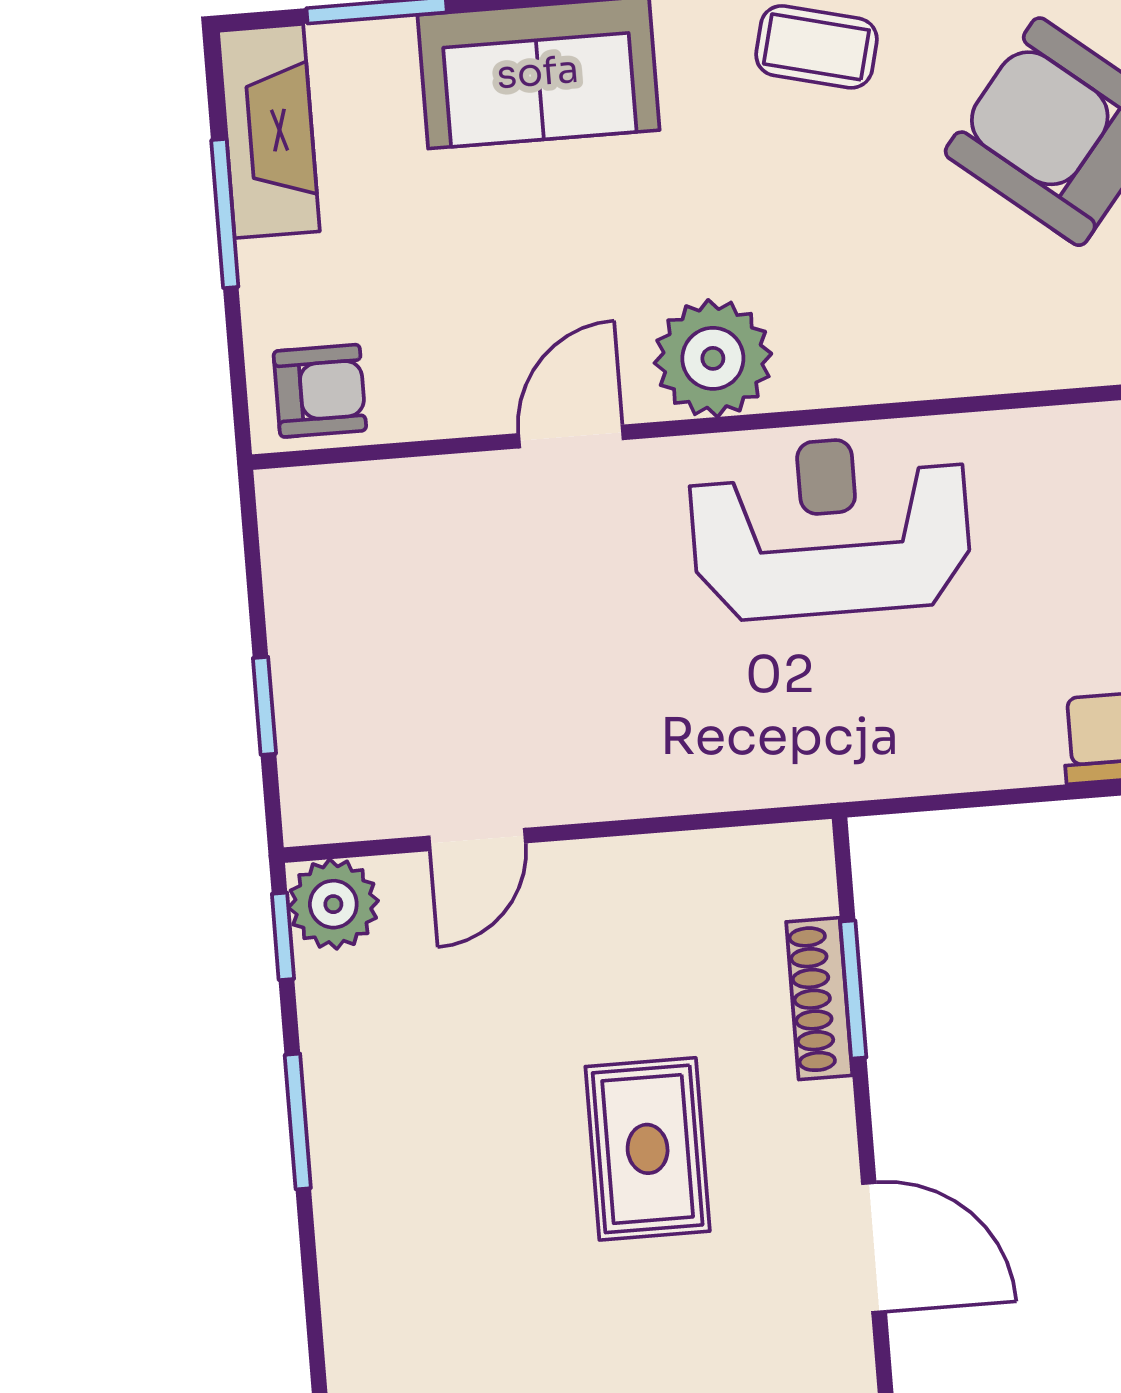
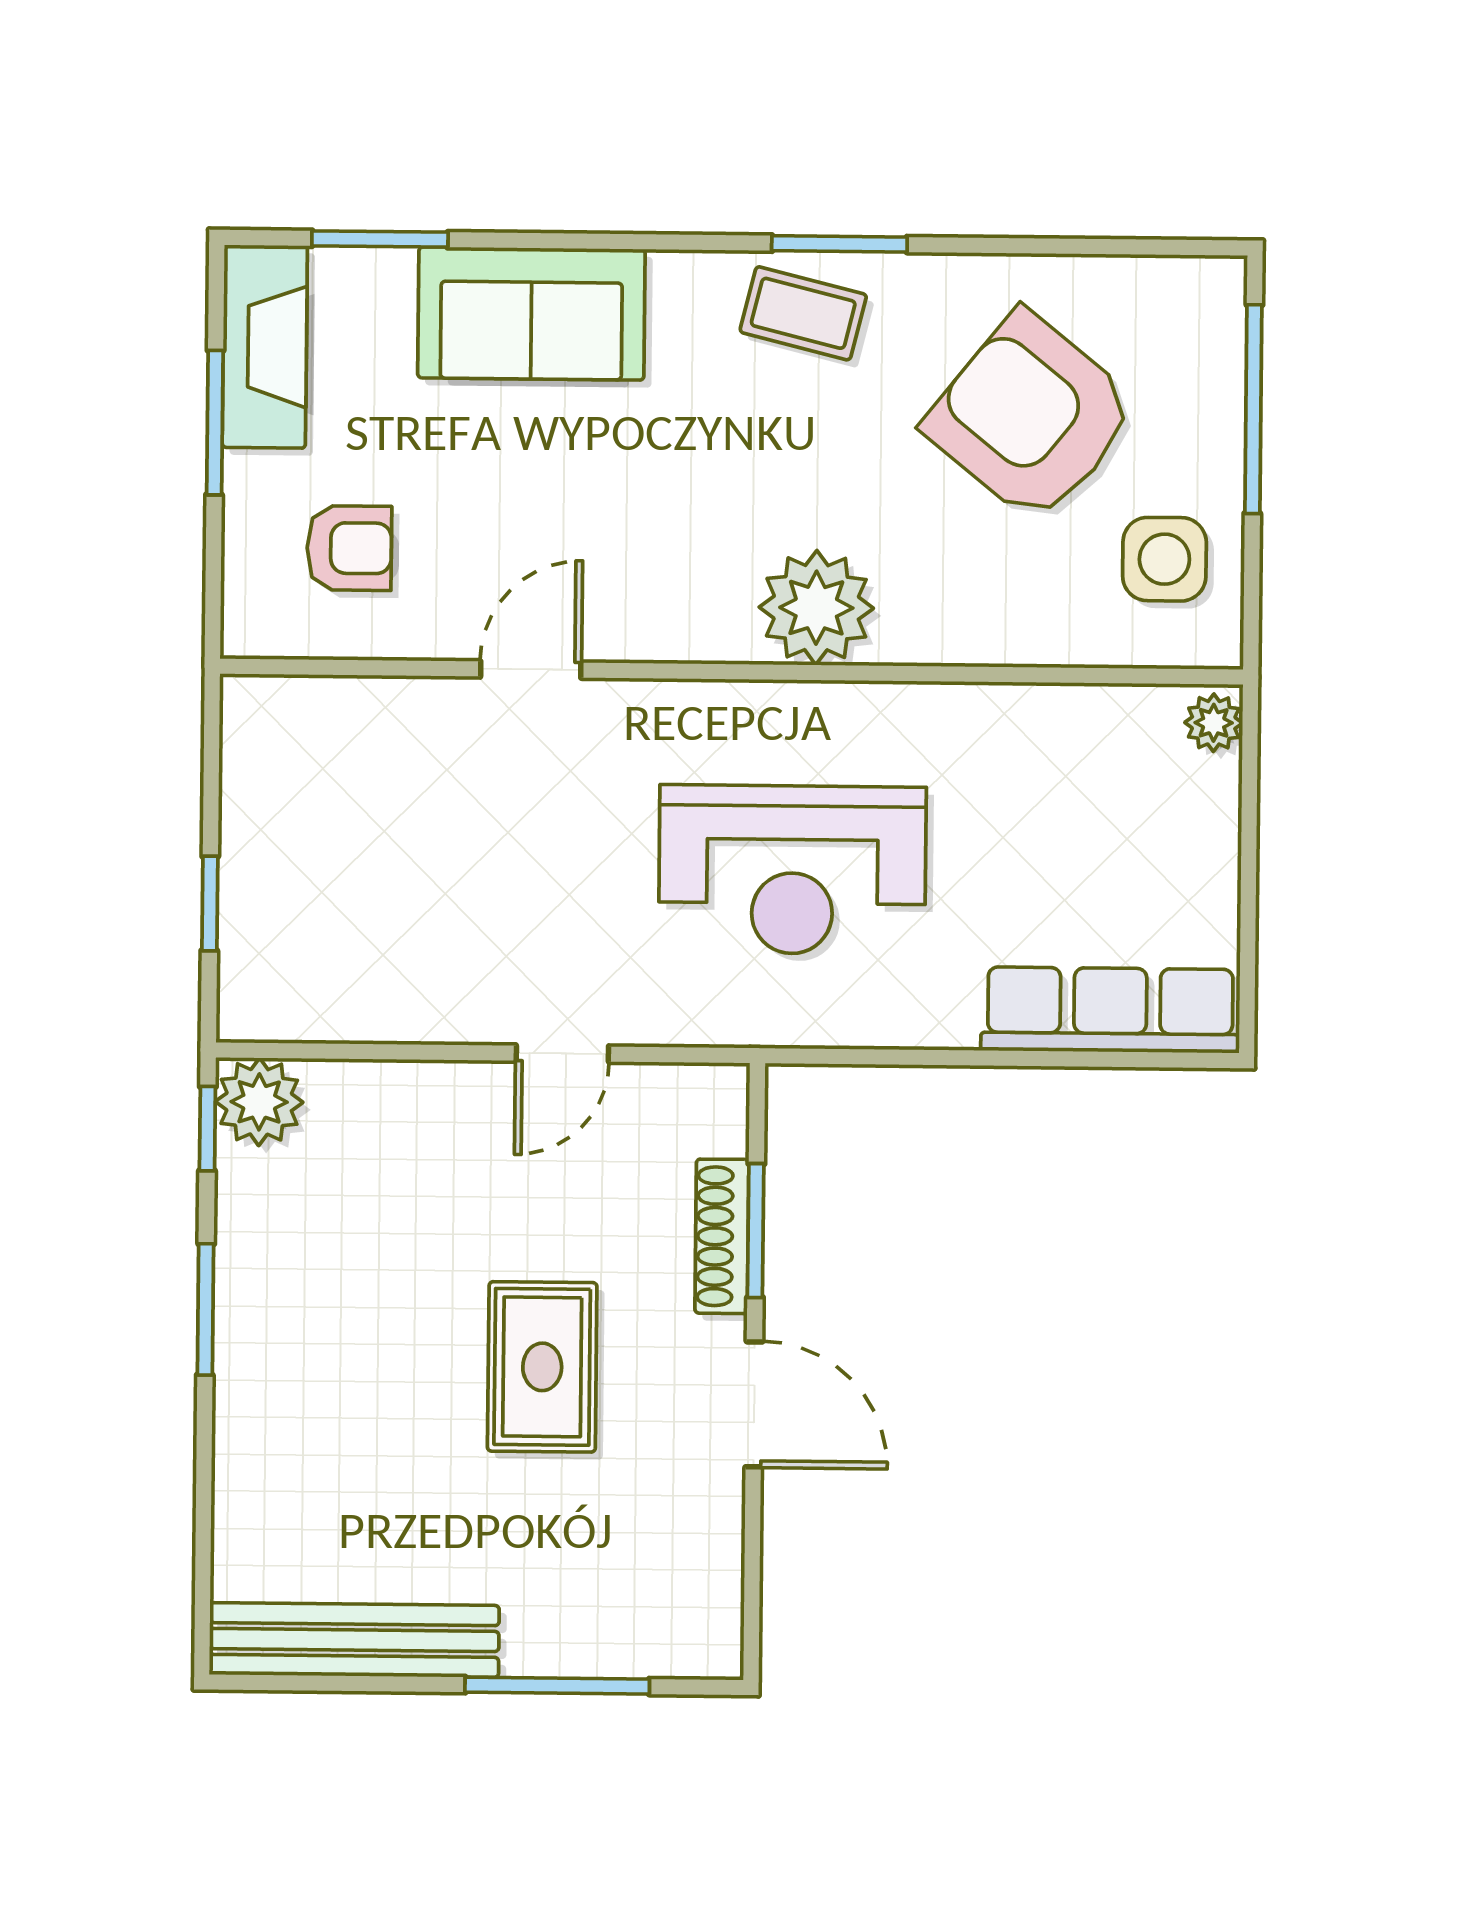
plant: (713, 358) -> (816, 608), moved
armchair: (320, 391) -> (349, 548), moved
reception desk: (830, 527) -> (792, 870), moved, turned 180
door: (477, 840) -> (562, 1054), moved
door: (874, 1248) -> (754, 1404), moved

